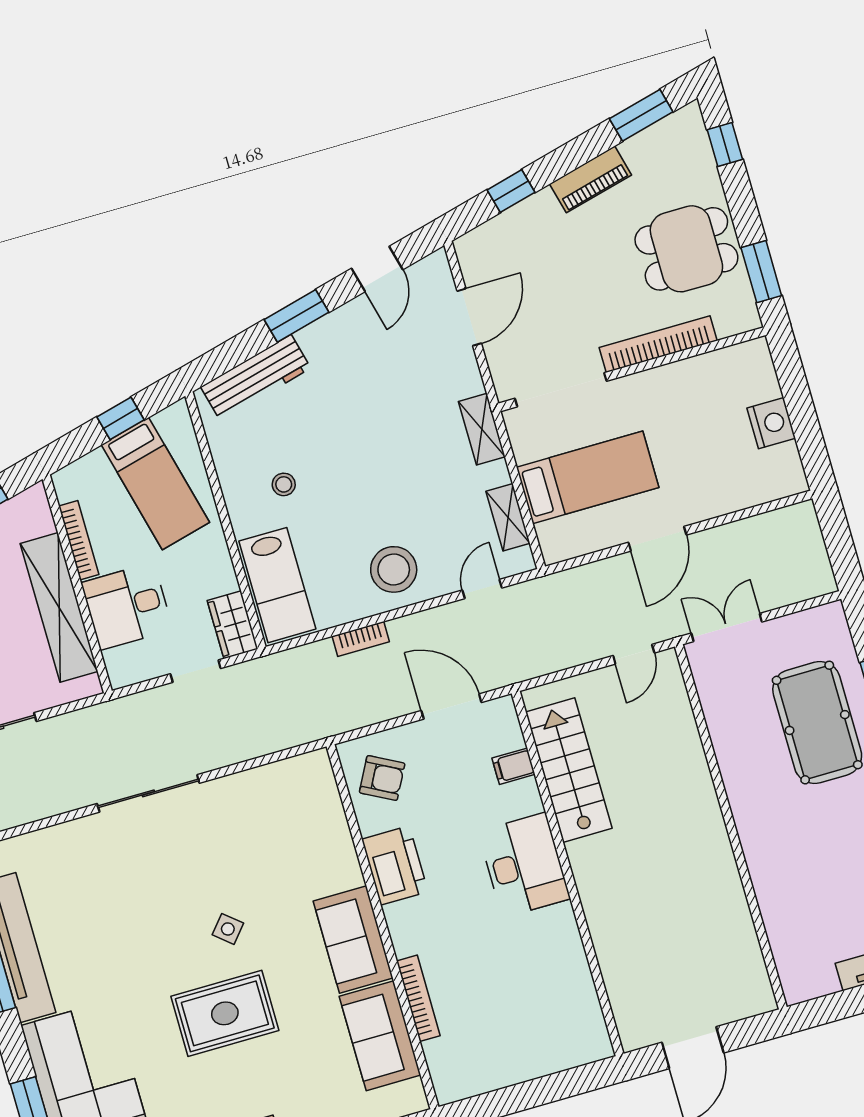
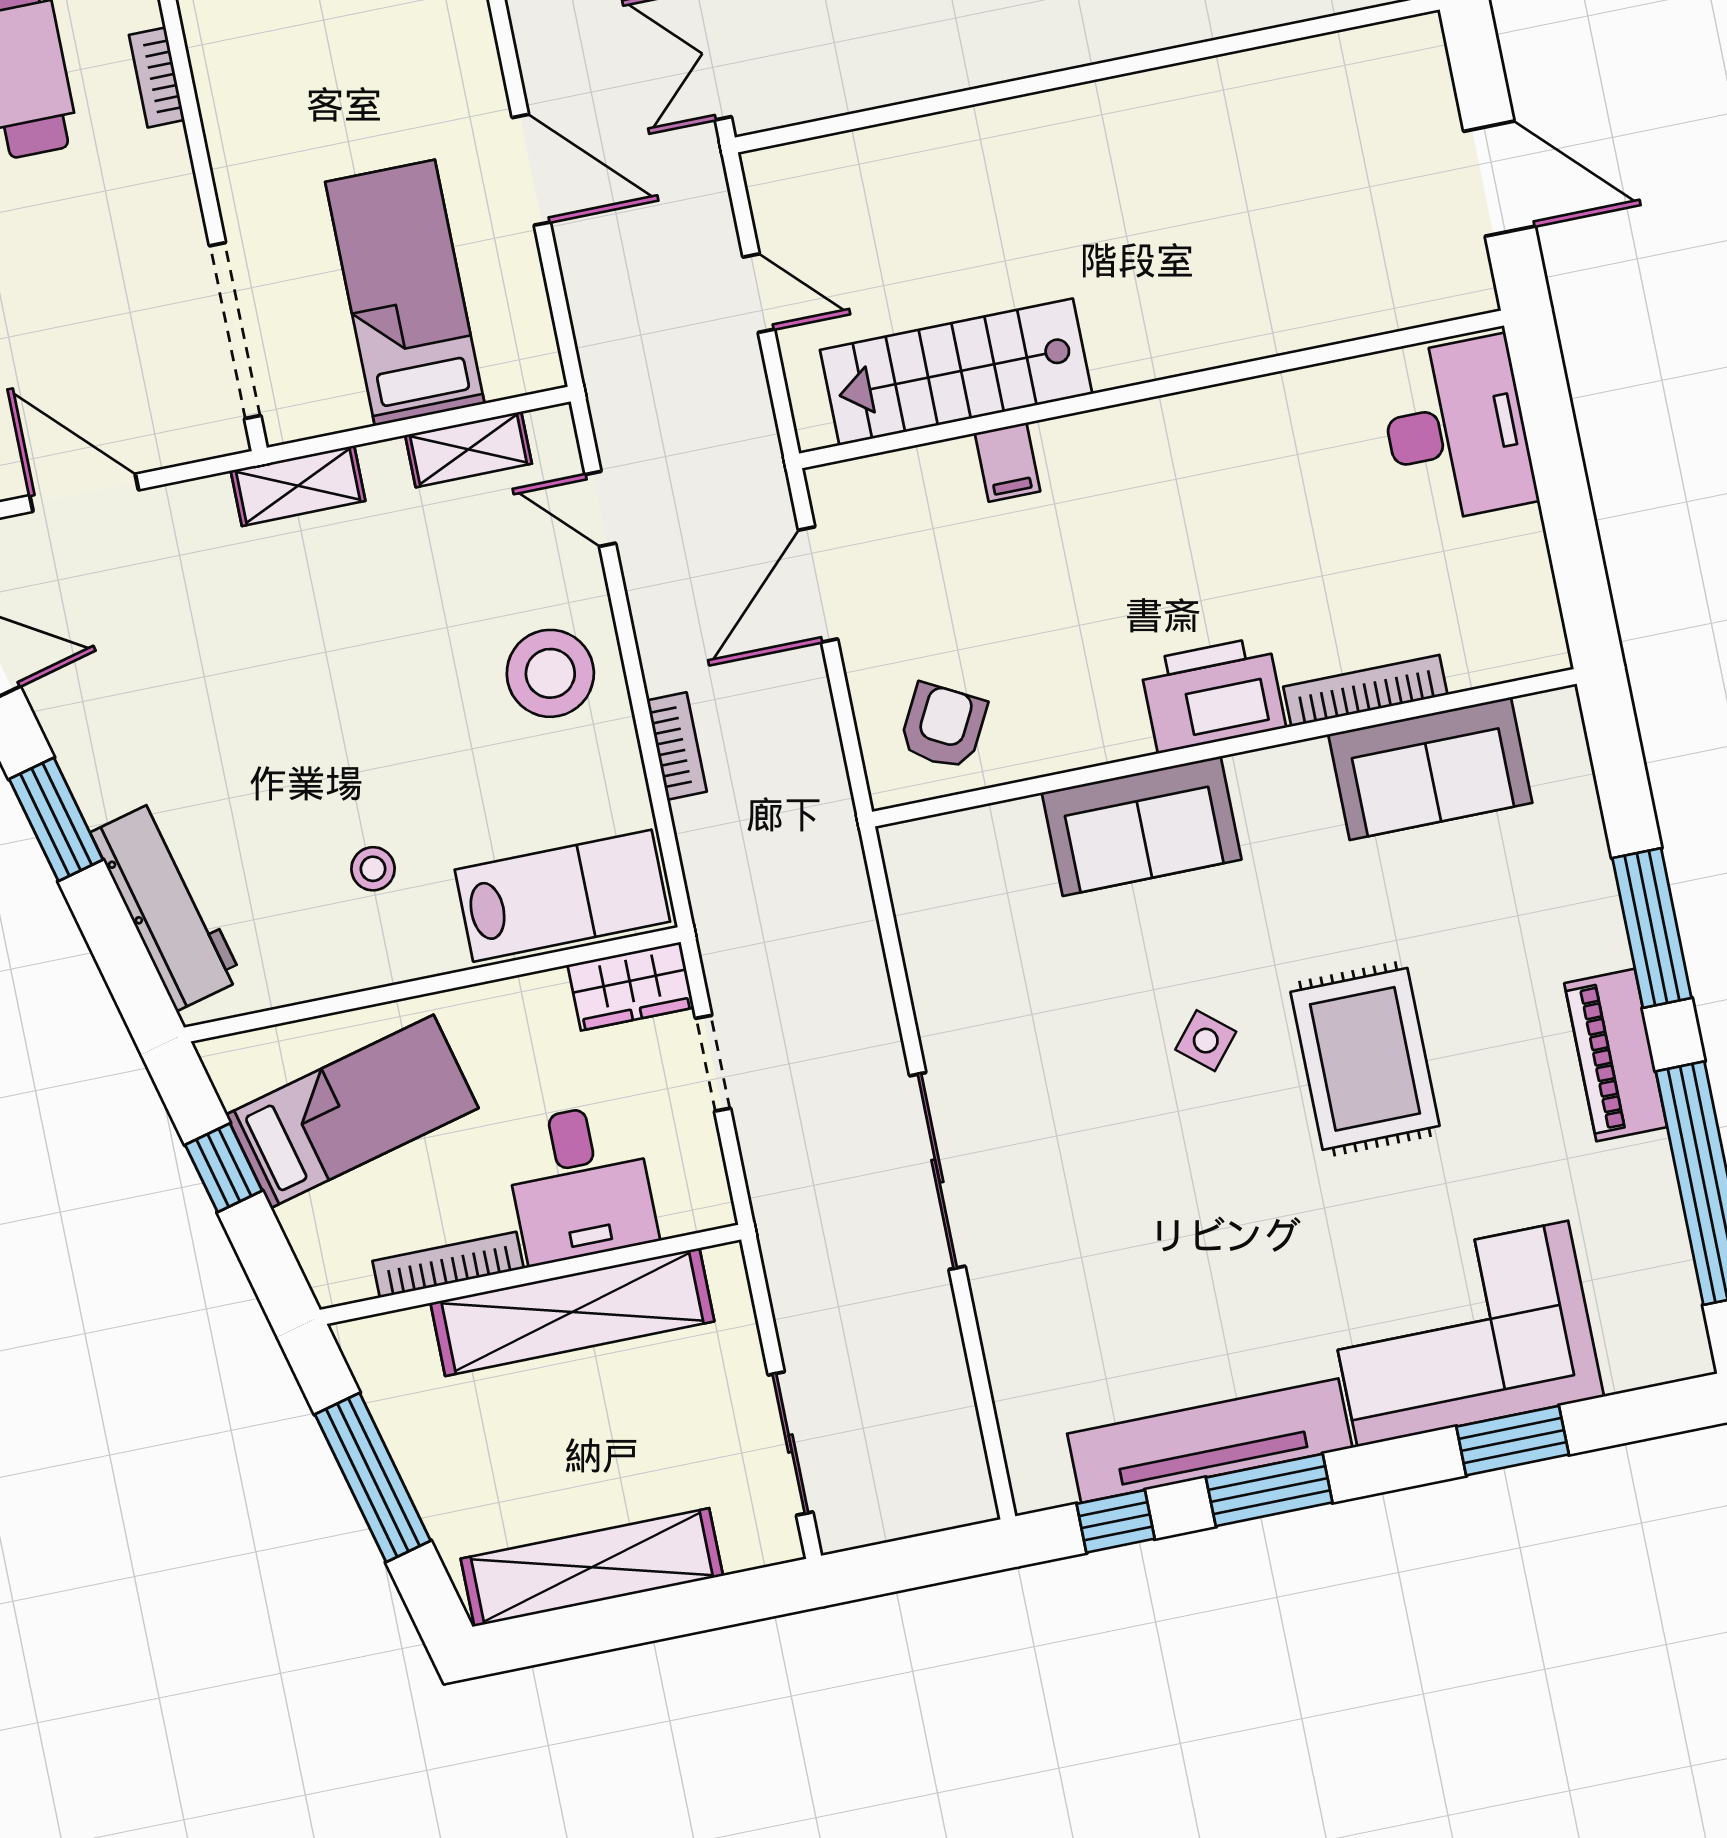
bookcase: (658, 344) -> (157, 77), width x0.43, depth x0.76
door: (634, 654) -> (759, 293), moved
filing cabinet: (514, 766) -> (1008, 462), moved
printer: (395, 865) -> (1213, 694), moved
desk: (524, 865) -> (1456, 430), moved, turned 90
sofa: (353, 939) -> (1142, 826), moved

